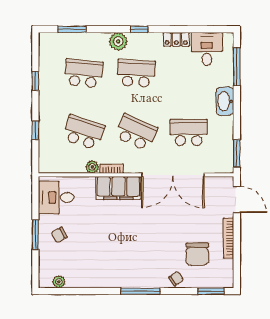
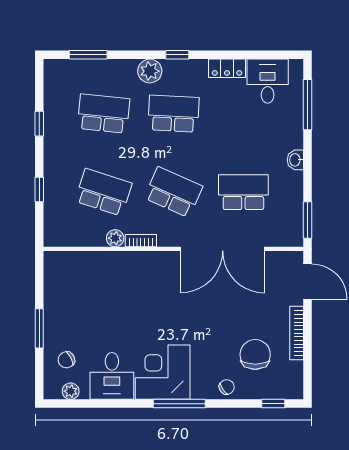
washbasin: (225, 101) -> (295, 160), width x0.52, depth x0.69
filing cabinet: (118, 188) -> (150, 266), removed
desk: (56, 197) -> (112, 376), moved, turned -90
chair: (59, 235) -> (66, 360), moved
chair: (197, 254) -> (255, 354), turned 180
corner desk: (128, 268) -> (163, 372), added
window: (211, 291) -> (273, 404), width x0.67

